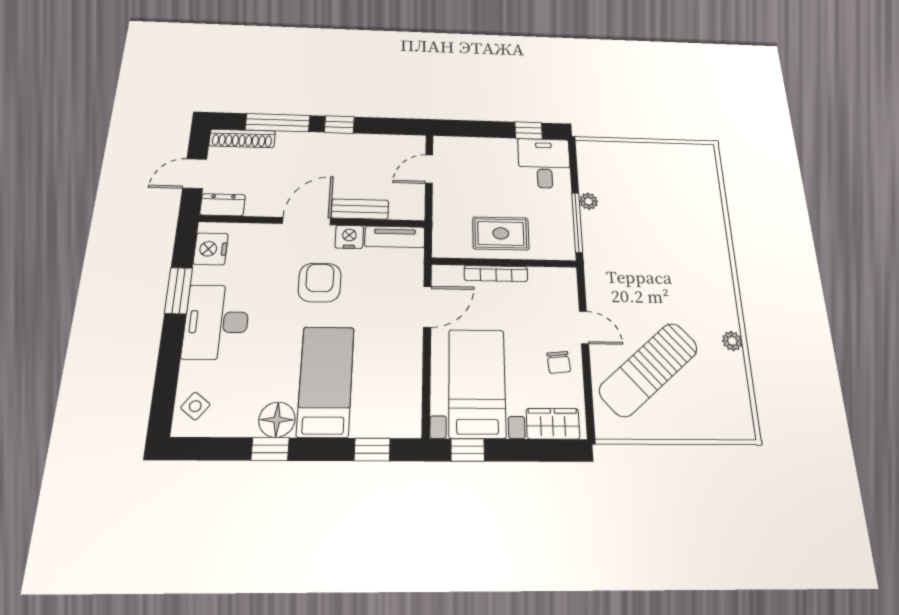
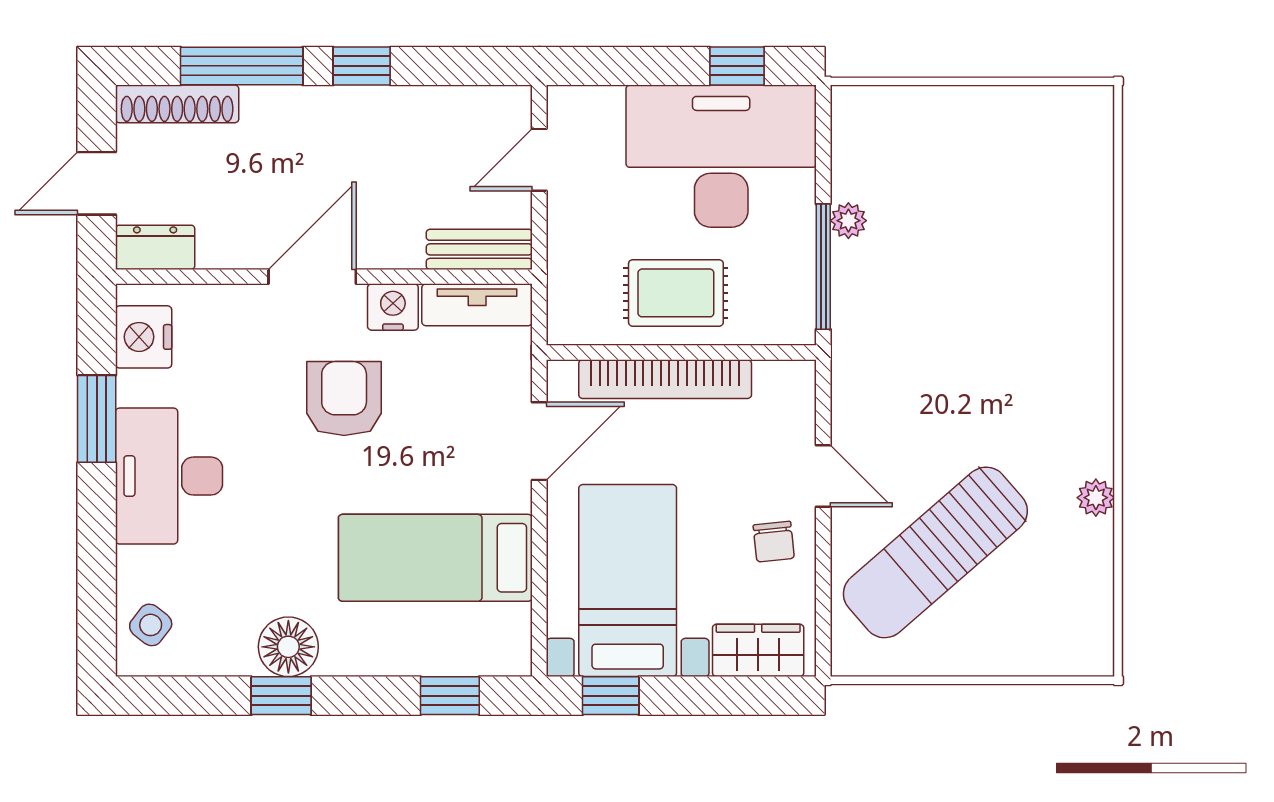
desk: (544, 163) -> (721, 156), width x1.87, depth x1.30
bench: (360, 209) -> (479, 249), moved
bookcase: (496, 273) -> (665, 379), width x1.48, depth x1.31
bed: (326, 381) -> (435, 558), moved, turned -90

